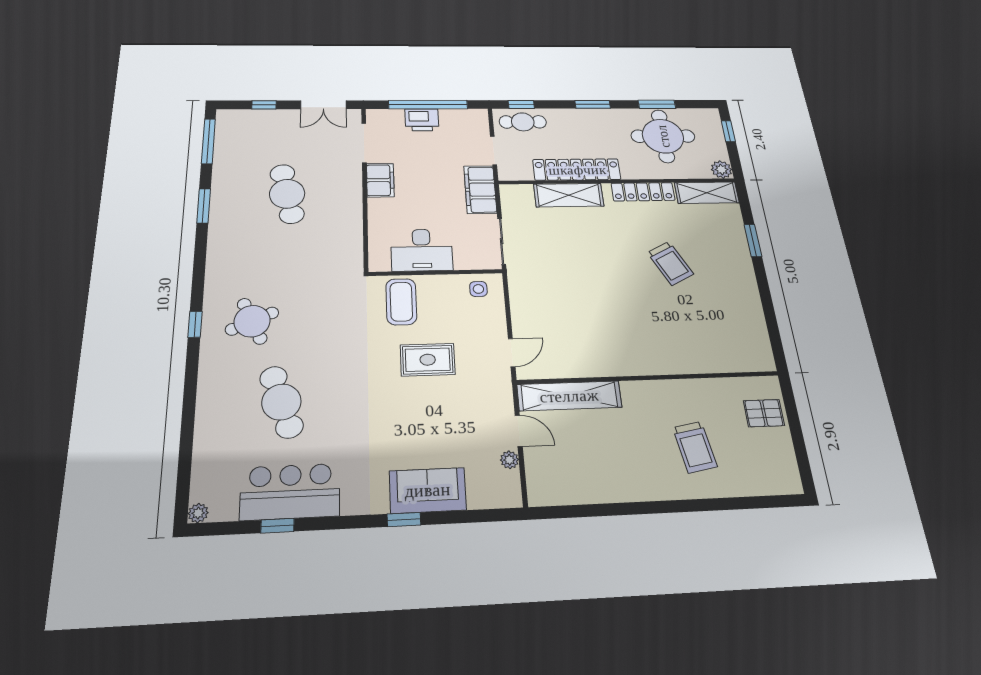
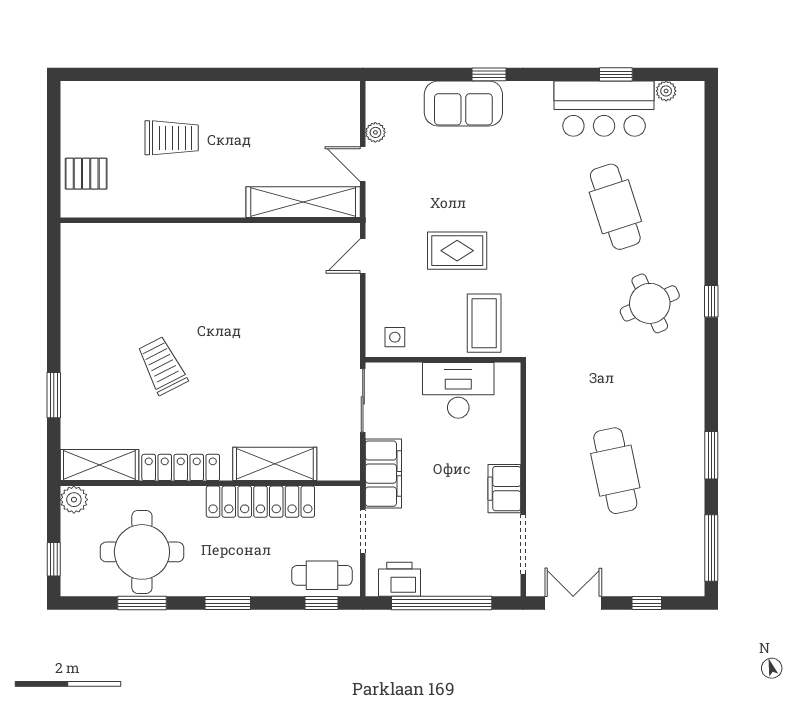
printer: (422, 120) -> (399, 579), moved
trolley: (695, 447) -> (172, 138), turned 100
plant: (198, 513) -> (666, 91), moved

